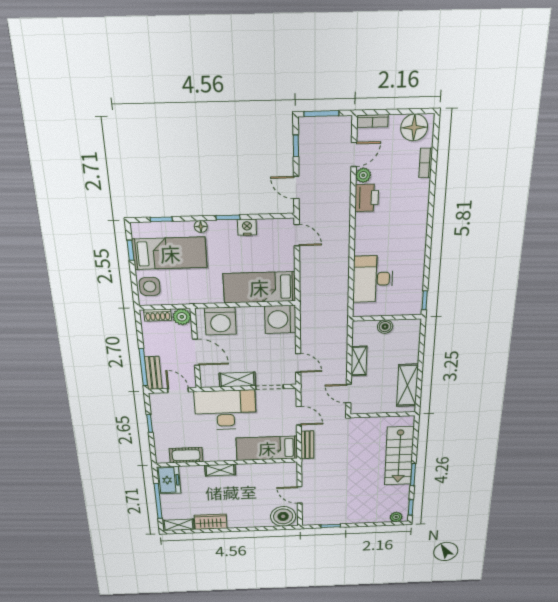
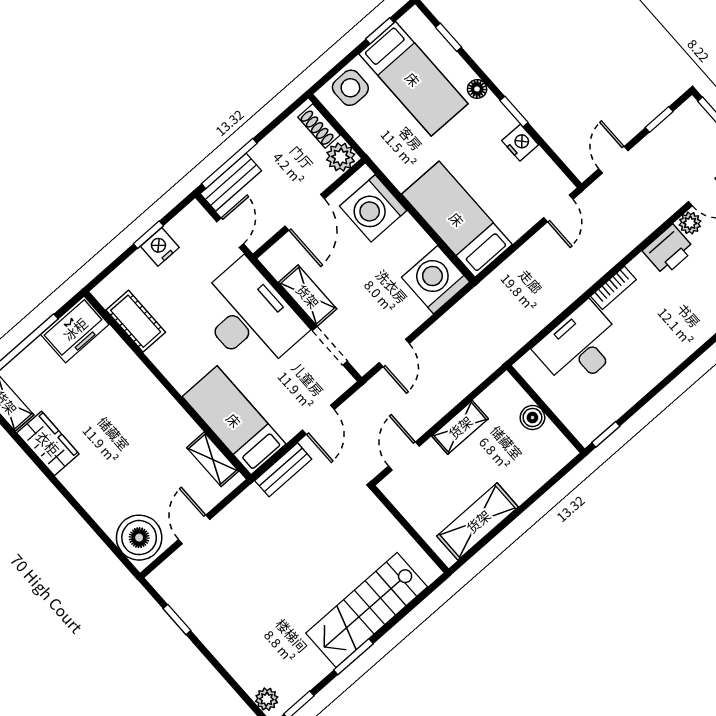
bookcase: (360, 240) -> (613, 288), added
nightstand: (159, 423) -> (160, 247), added
shelving: (220, 470) -> (213, 459), moved

